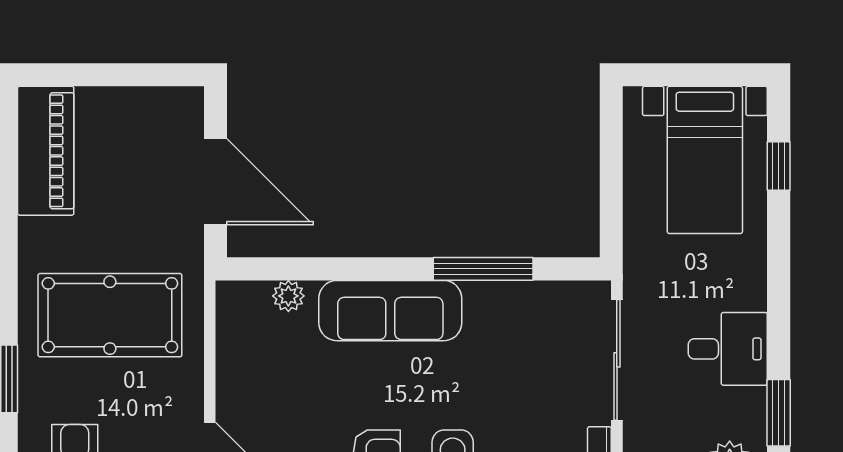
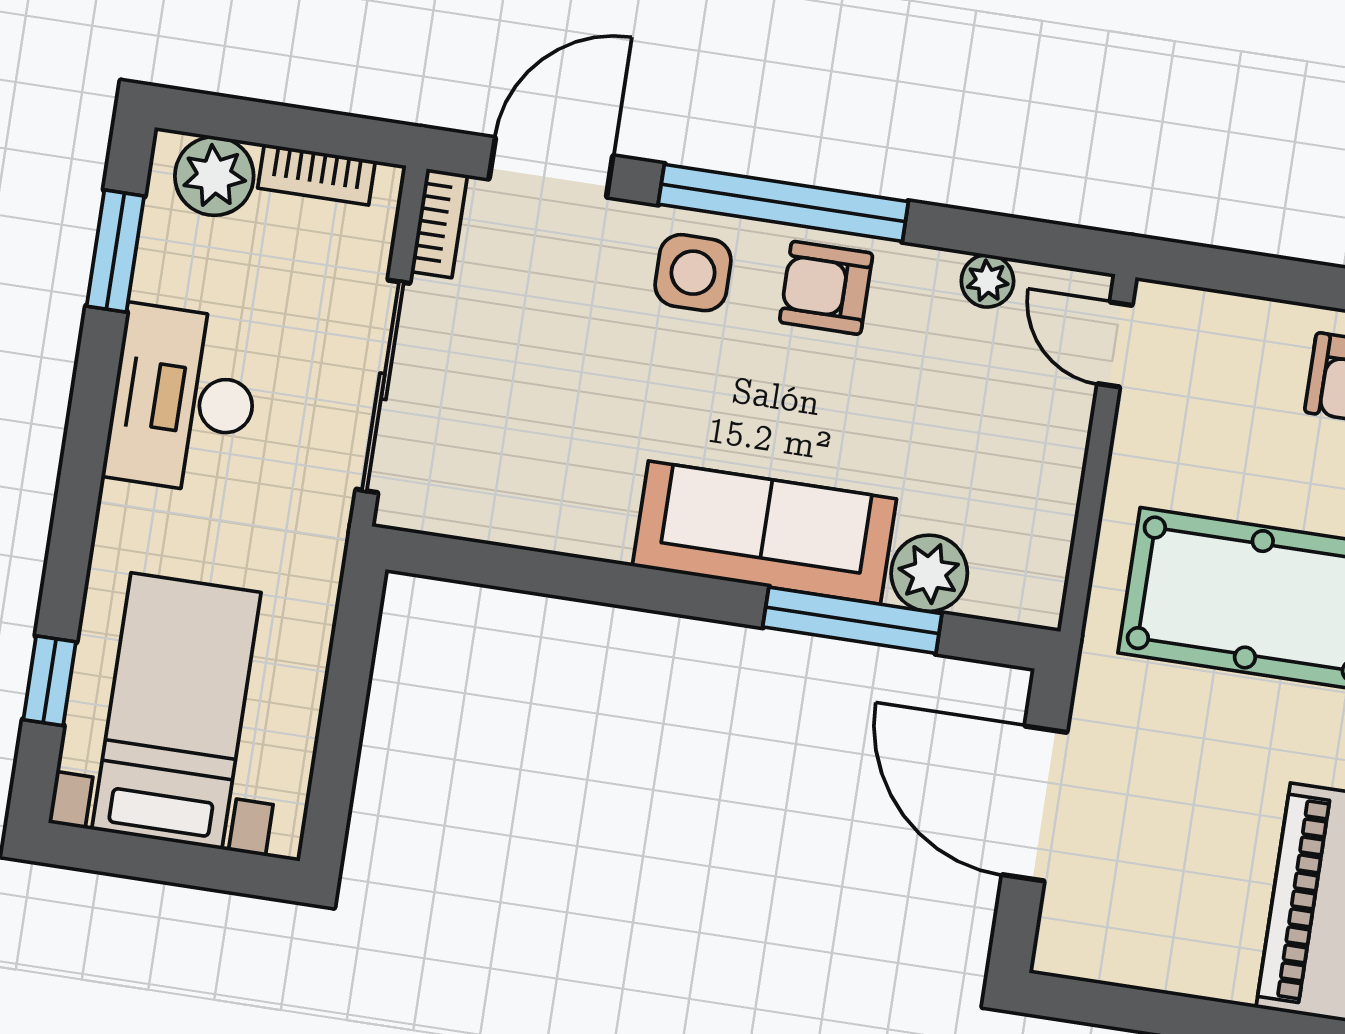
window: (483, 269) -> (852, 620), moved
plant: (288, 296) -> (929, 573), width x1.38, depth x1.38
desk: (728, 349) -> (183, 400), width x1.37

